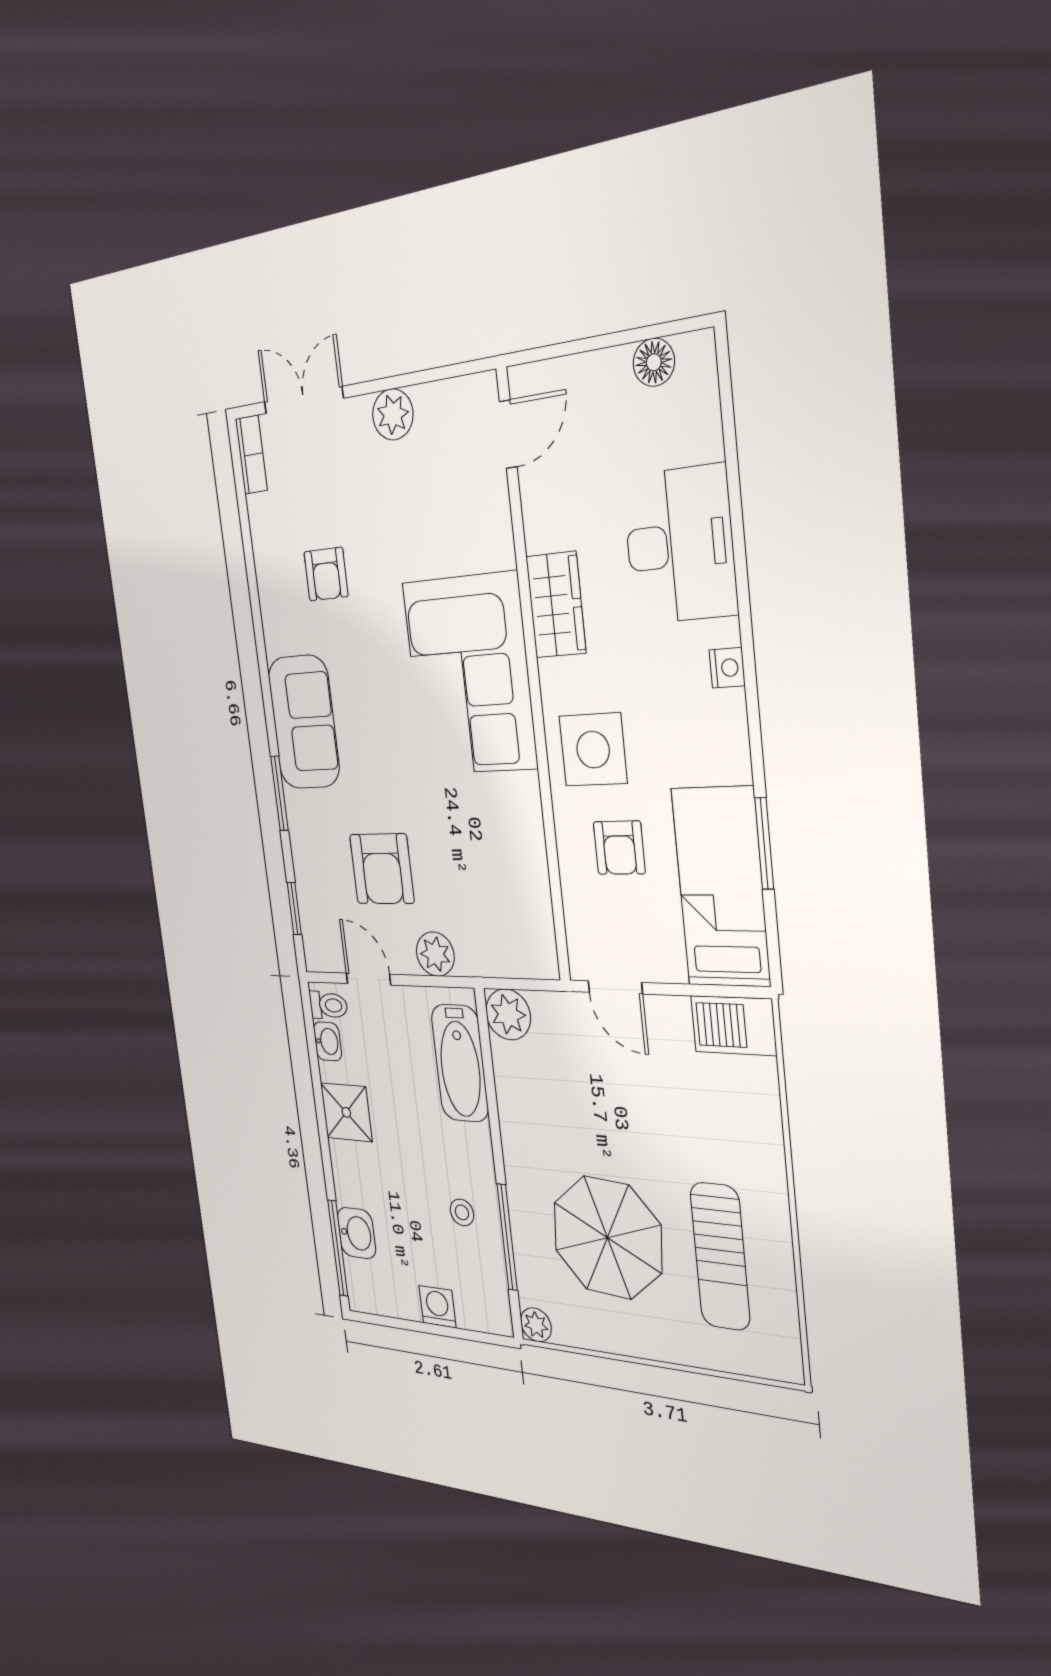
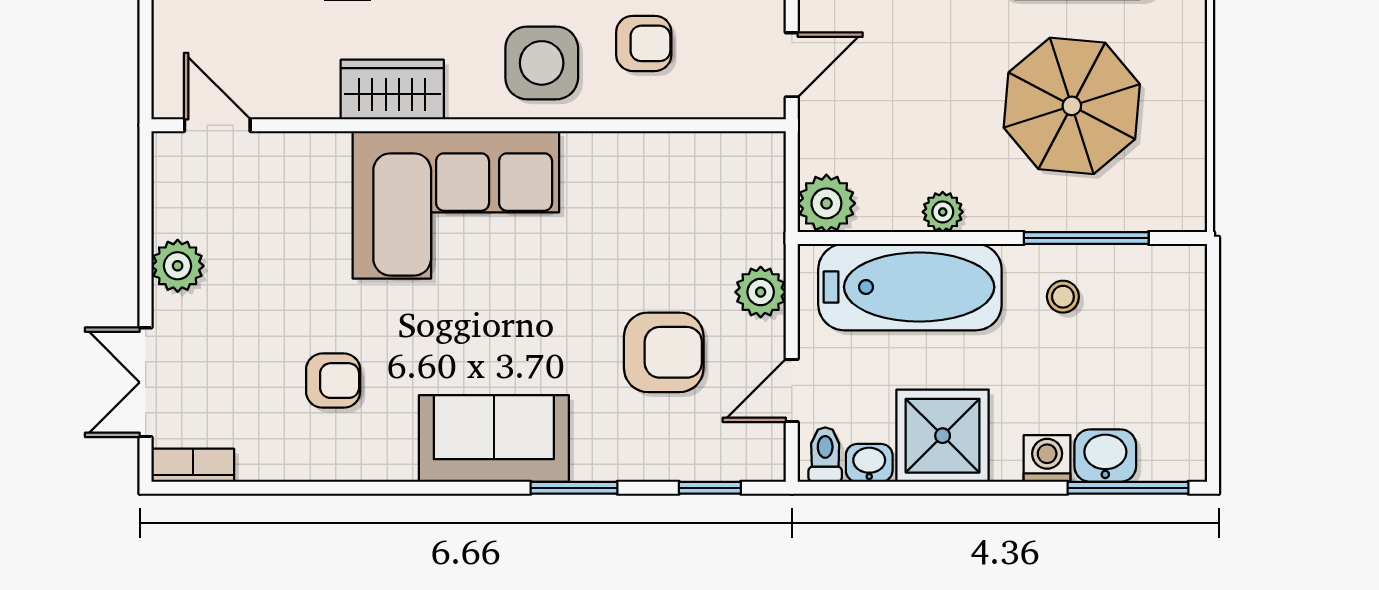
bathtub: (460, 1063) -> (910, 287), width x1.36, depth x1.36
shower: (346, 1112) -> (943, 436), width x1.36, depth x1.36
washing machine: (437, 1307) -> (1047, 458), moved, turned 90
plant: (536, 1325) -> (943, 212), moved

